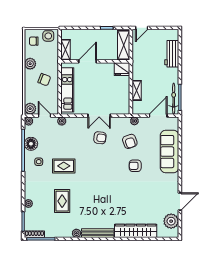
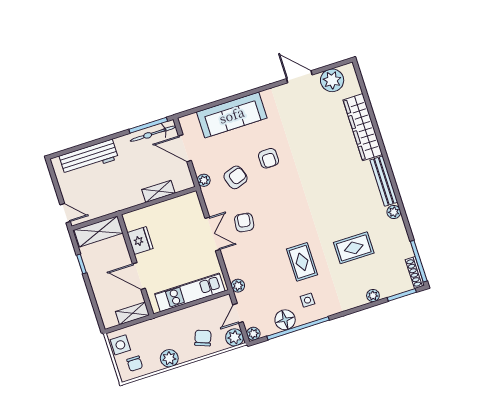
workbench: (172, 54) -> (89, 157), width x1.38
fridge: (122, 69) -> (140, 241), moved
chair: (44, 80) -> (203, 338), moved

